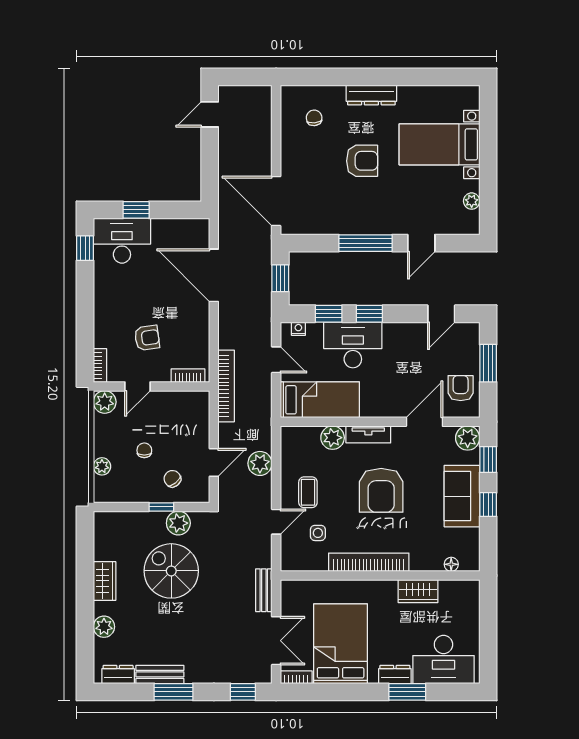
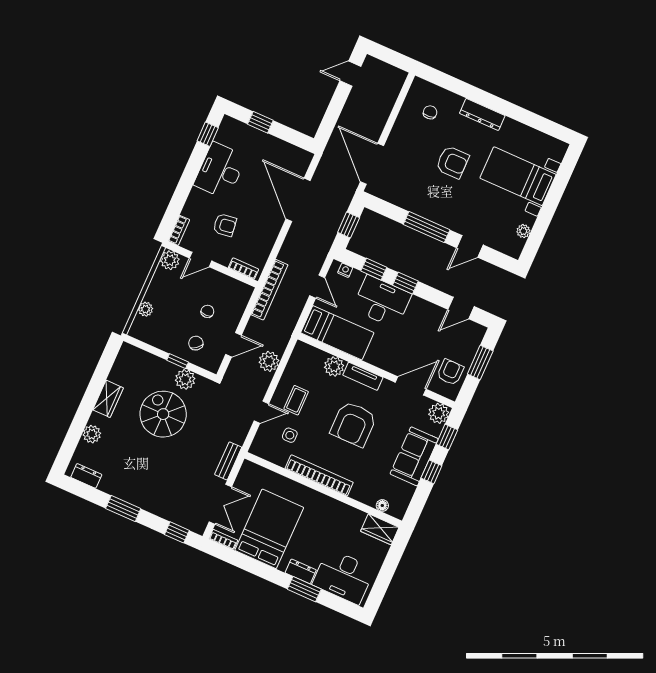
desk: (122, 241) -> (220, 171), moved, turned -90
chair: (144, 450) -> (207, 311), moved
wardrobe: (418, 591) -> (380, 529), moved
bench: (160, 674) -> (119, 490), removed

